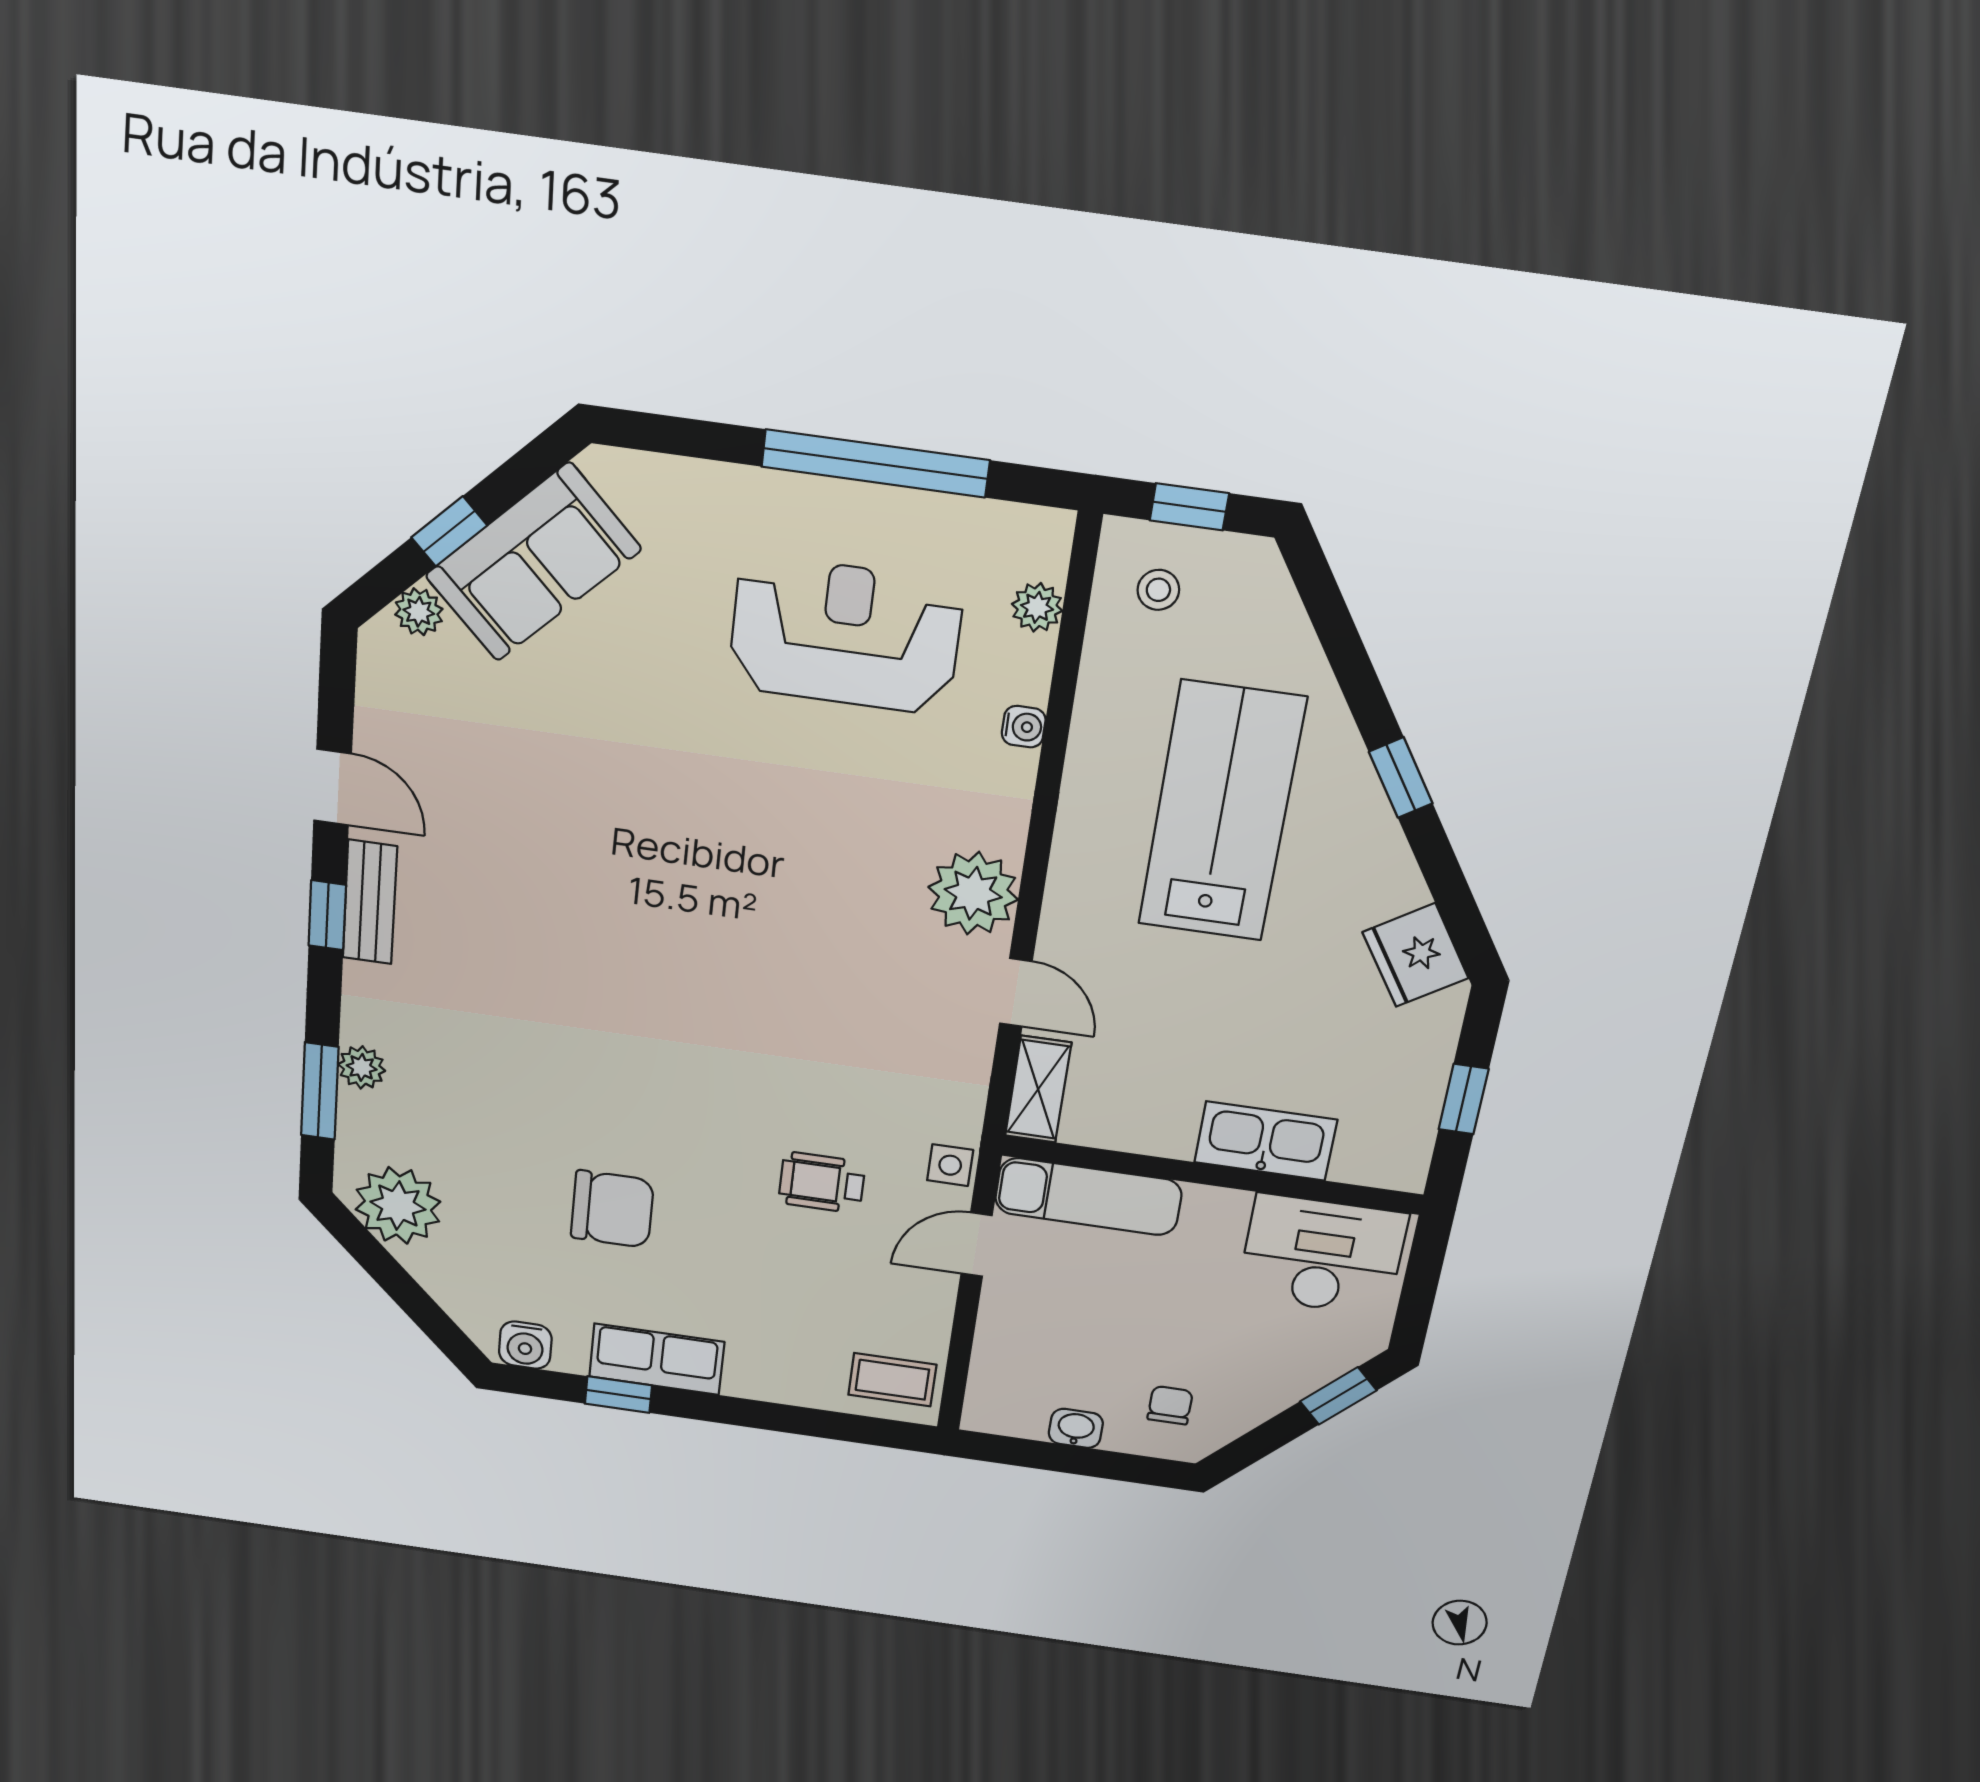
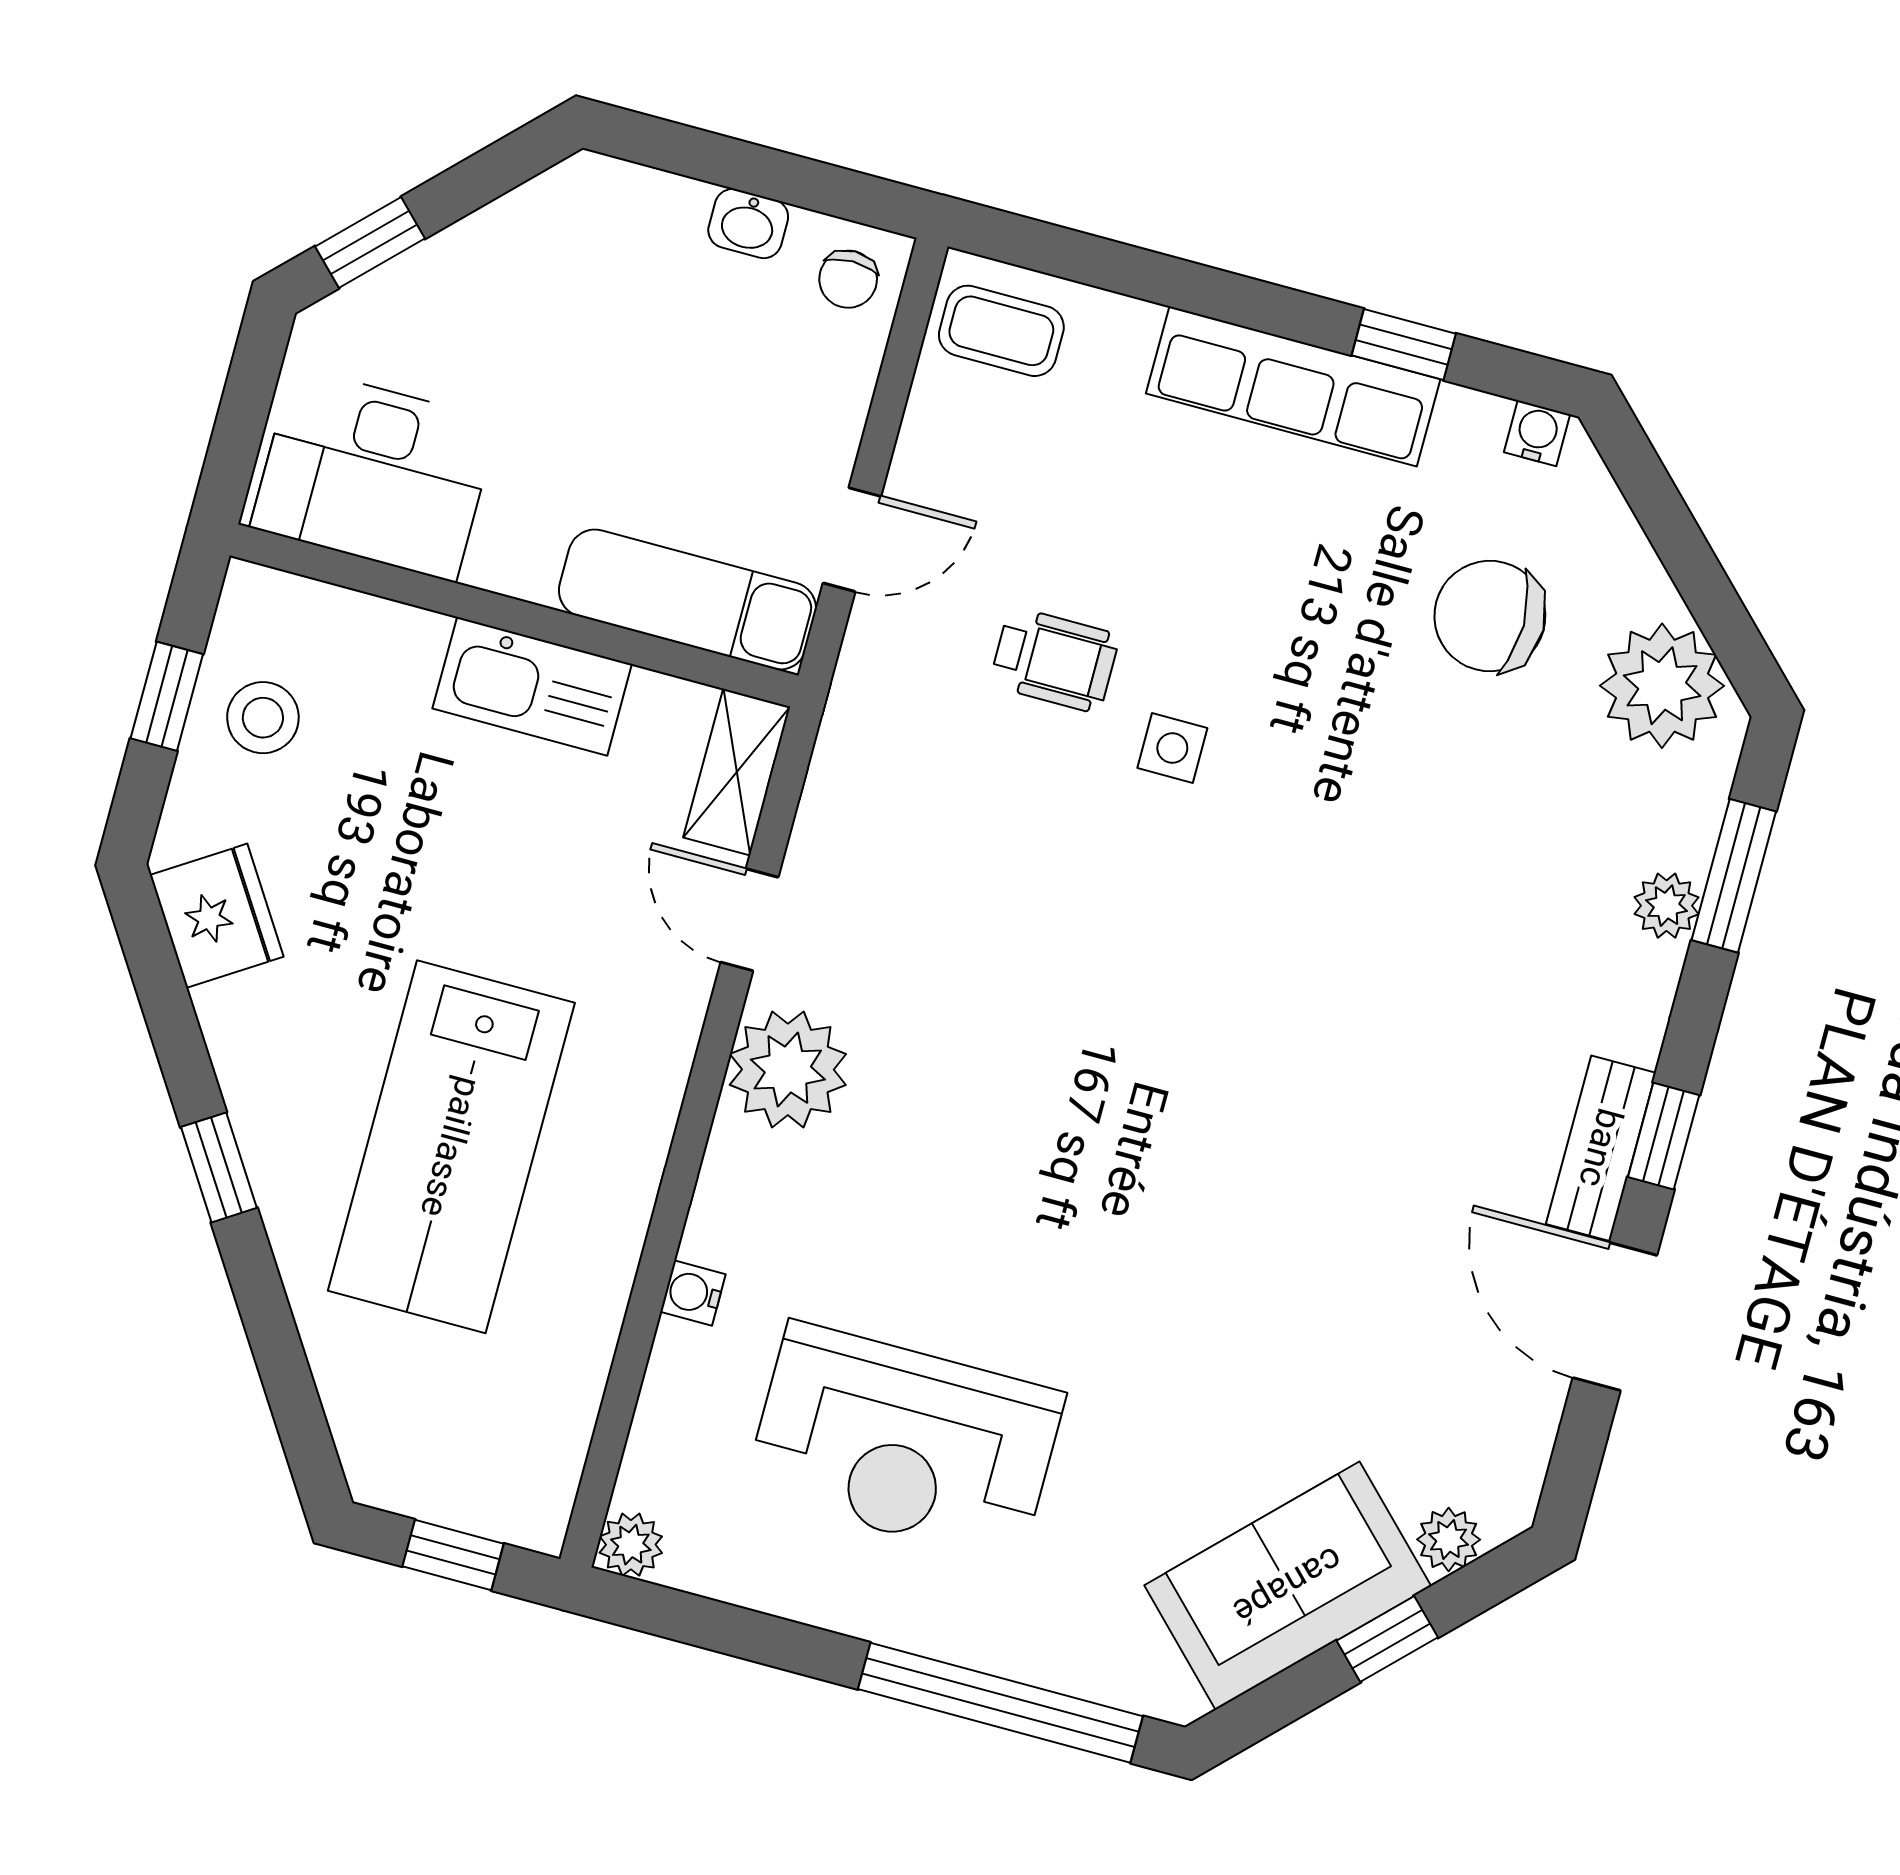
window: (875, 463) -> (1000, 1703), moved
stool: (1158, 590) -> (263, 718), moved, width x1.37, depth x1.37
plant: (1037, 607) -> (631, 1545), moved
door: (333, 787) -> (1615, 1317), width x1.38
kitchen sink: (1266, 1141) -> (532, 686), moved
side table: (950, 1165) -> (1172, 748), moved
chair: (612, 1209) -> (1490, 616), moved
water cooler: (525, 1345) -> (1537, 433), width x0.72, depth x0.72
row of seats: (657, 1359) -> (1293, 386), width x1.48
chair: (1170, 1405) -> (848, 279), moved

